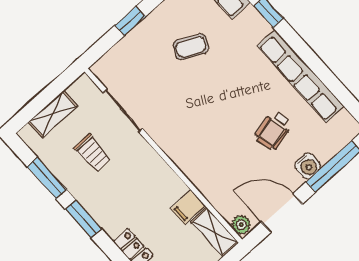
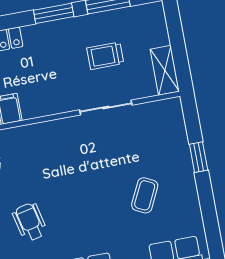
sliding door: (123, 111) -> (106, 107), moved
shelving: (53, 114) -> (165, 70), moved

